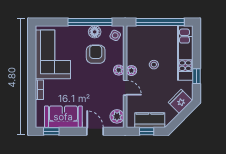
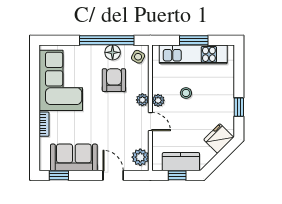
window: (160, 22) -> (194, 40), width x0.47
kitchen unit: (185, 53) -> (193, 54), moved, turned -90

